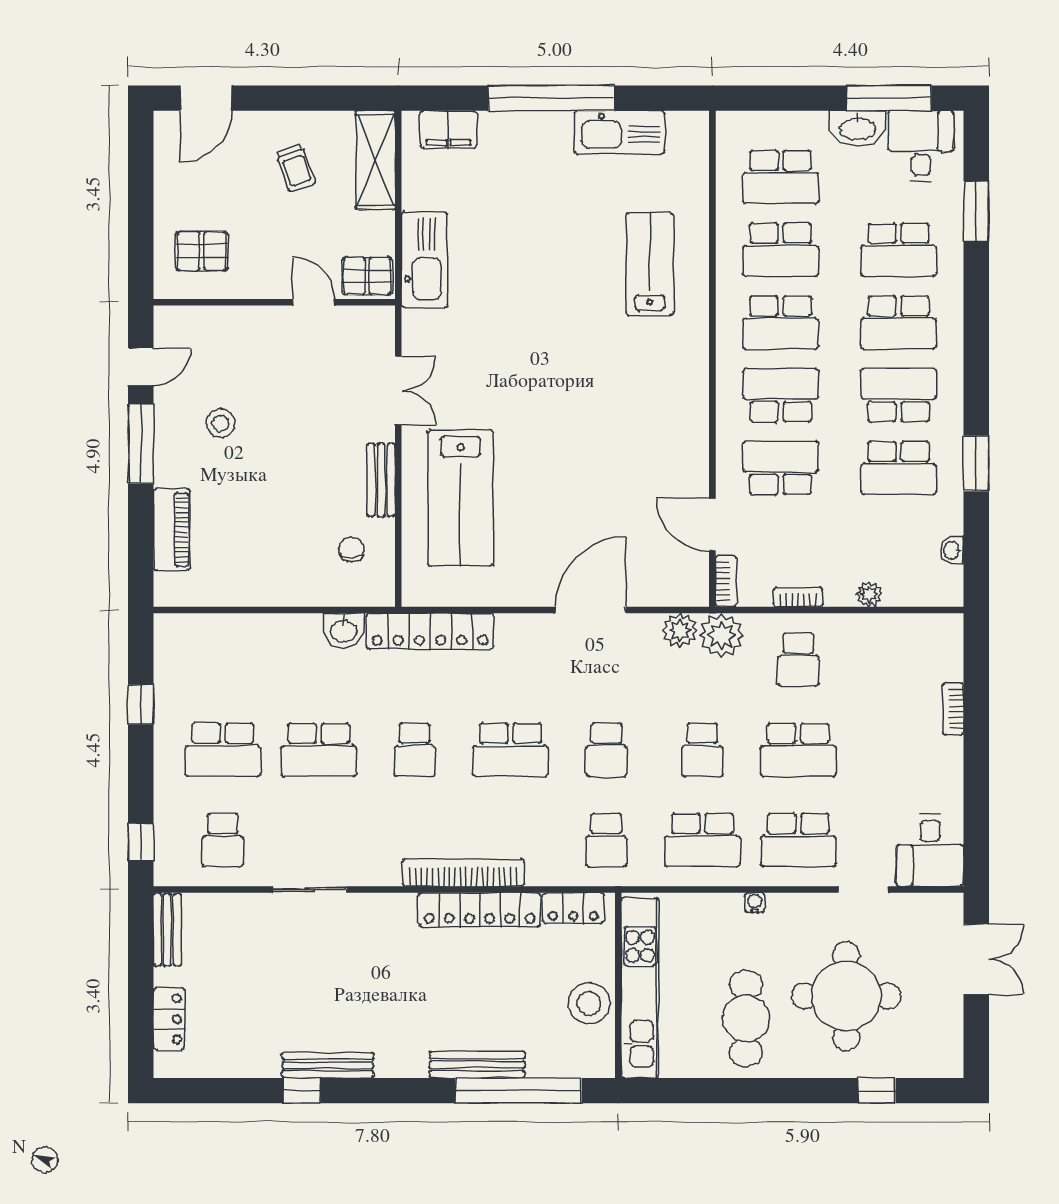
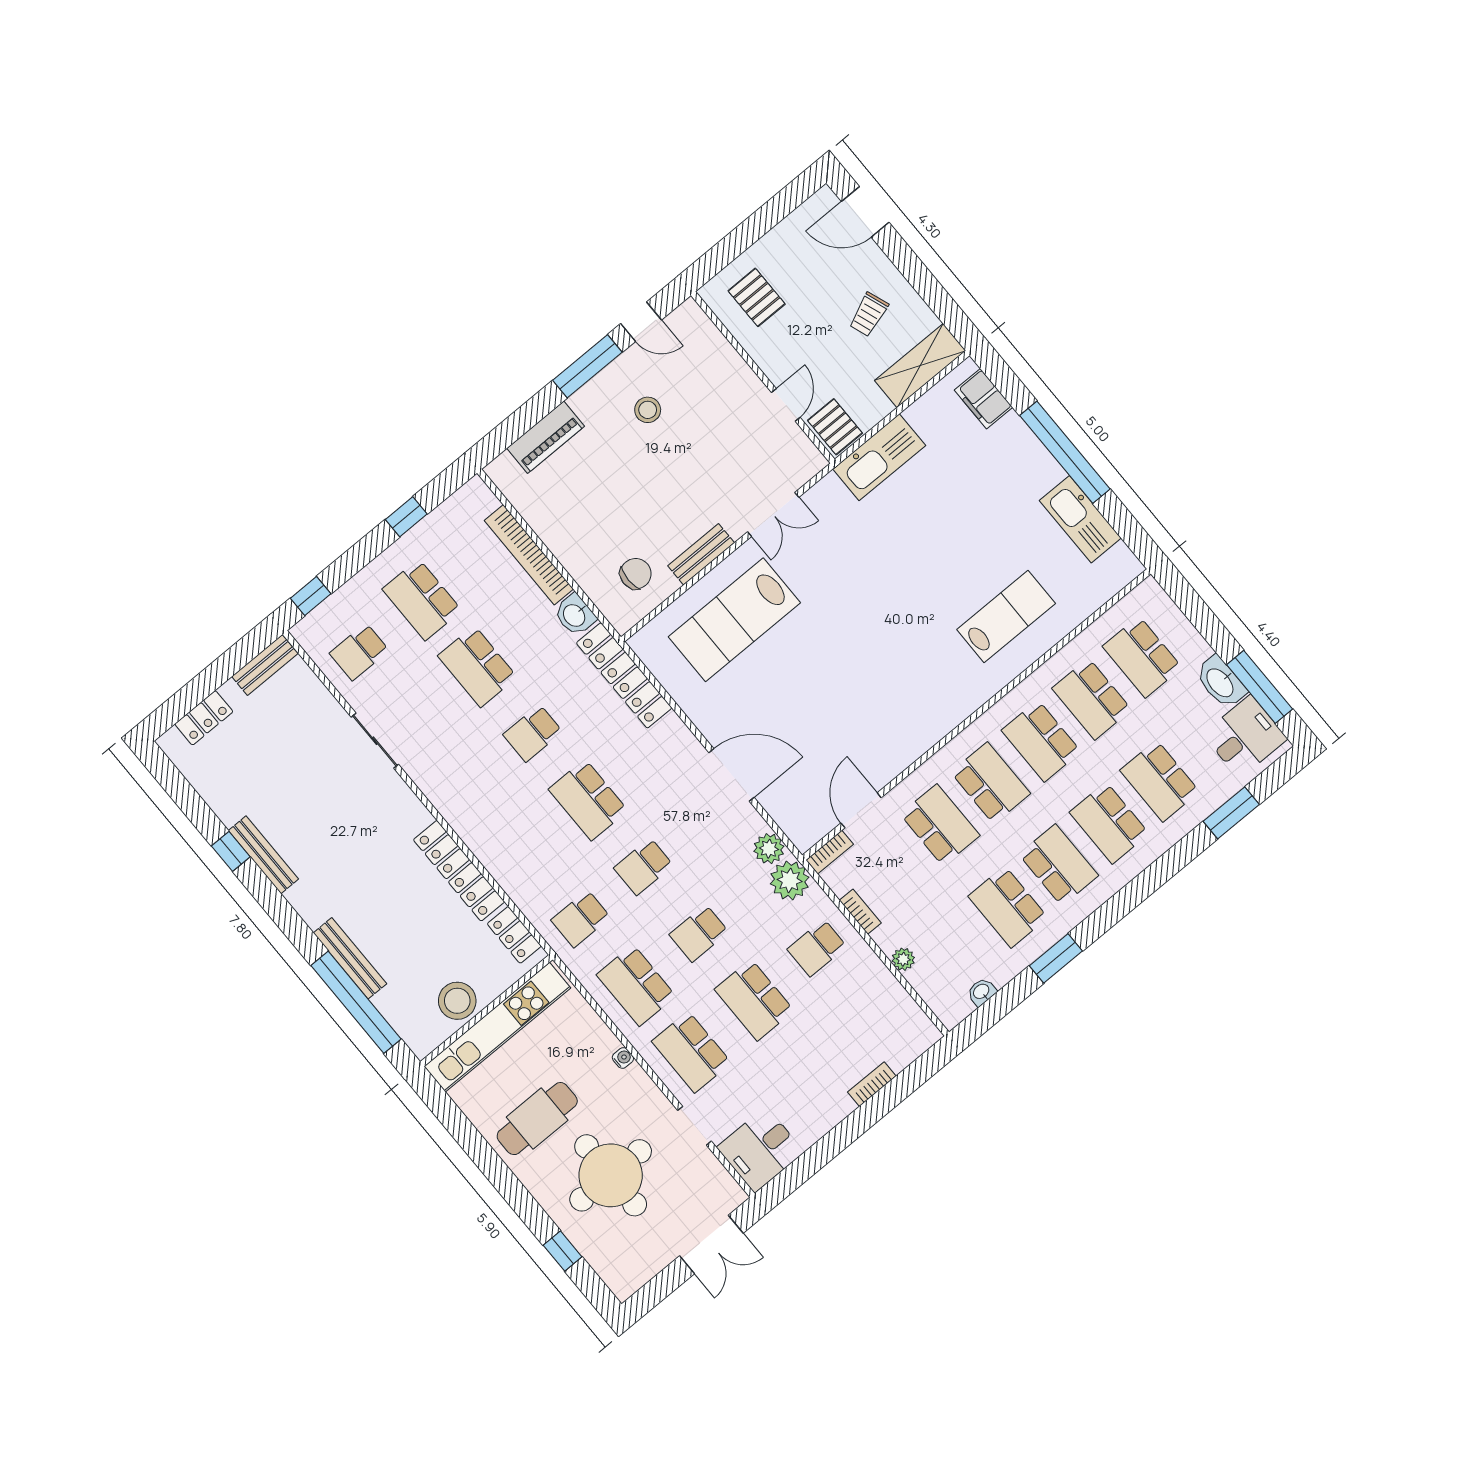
chair: (352, 549) -> (636, 574), width x1.37, depth x1.37
bookcase: (463, 873) -> (529, 555), moved, turned 180

